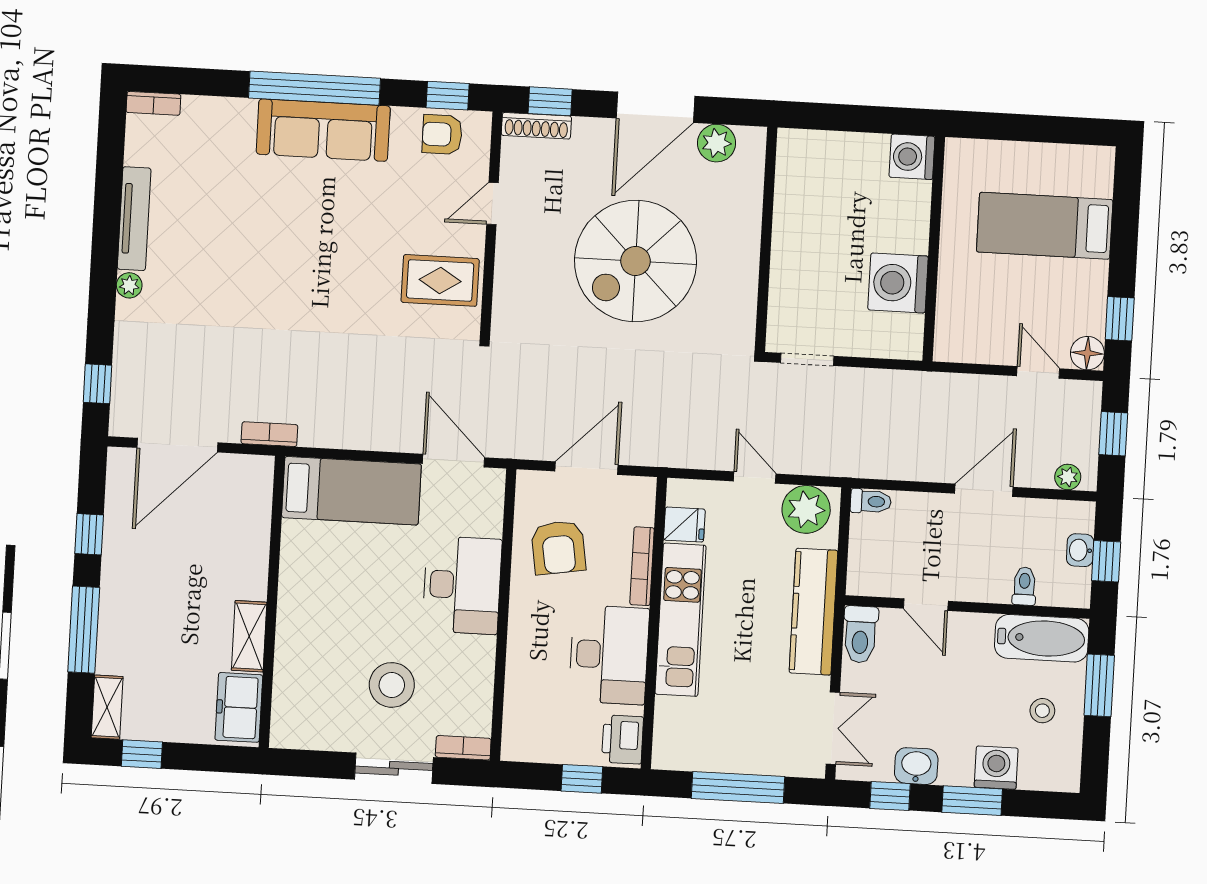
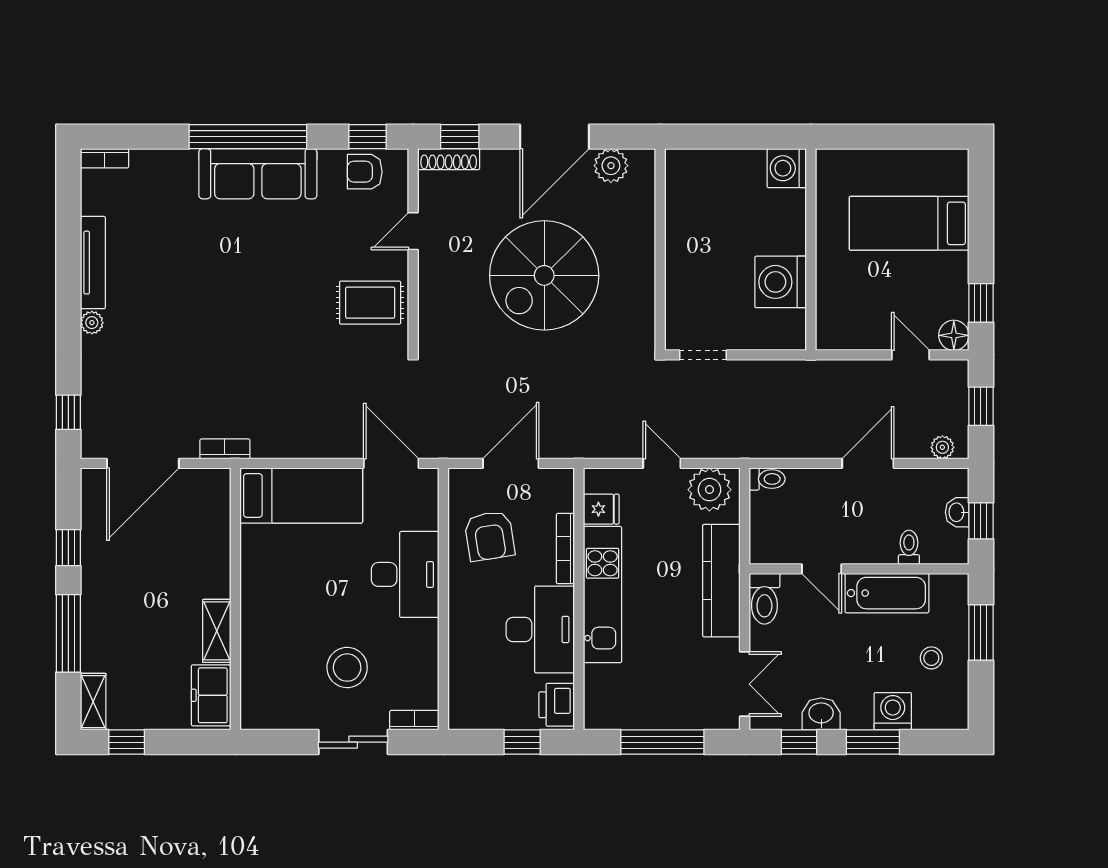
bathtub: (1042, 638) -> (887, 593), moved

